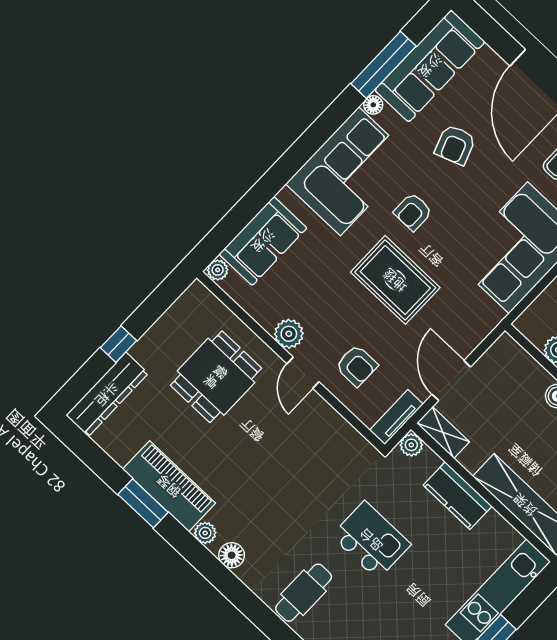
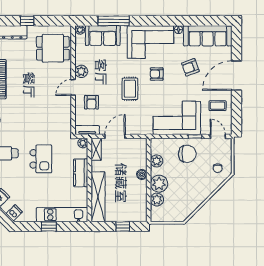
window: (383, 65) -> (114, 21), moved
rug: (395, 280) -> (130, 89), width x0.73, depth x0.70
dining table: (216, 377) -> (53, 48), moved

